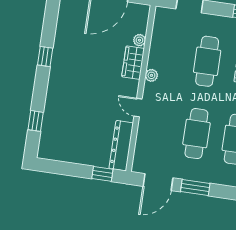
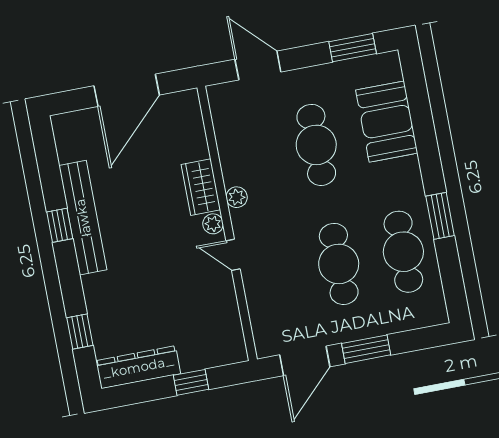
plant: (139, 40) -> (213, 224), moved
bench: (60, 57) -> (83, 218), added
dresser: (121, 146) -> (138, 367), moved, turned 90
window: (102, 174) -> (191, 382), moved

